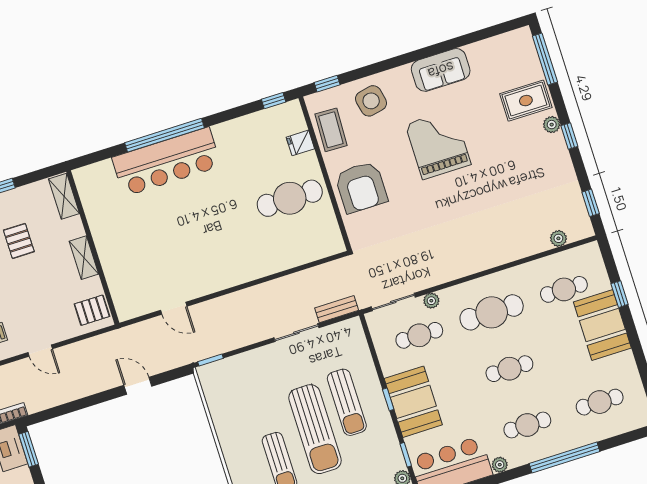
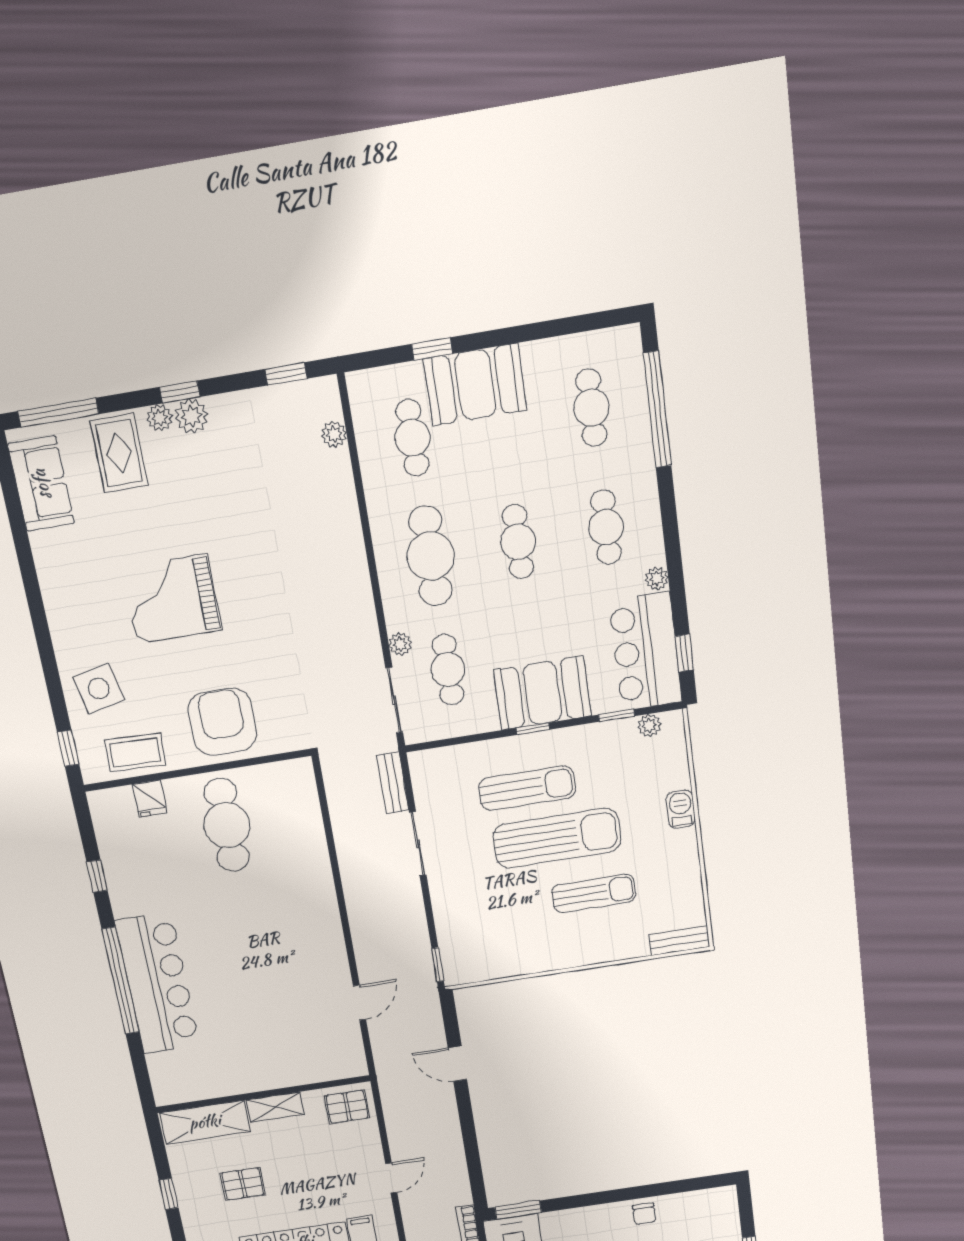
sofa: (441, 70) -> (41, 484), moved
window: (274, 101) -> (97, 876), moved
plant: (556, 145) -> (191, 416), added
armchair: (361, 187) -> (222, 722), turned -90
shelving: (64, 196) -> (205, 1122), width x1.50, depth x1.33
pallet: (92, 310) -> (347, 1107), turned 90
door: (138, 386) -> (457, 1064), hinge flipped
window: (564, 457) -> (657, 410), moved

